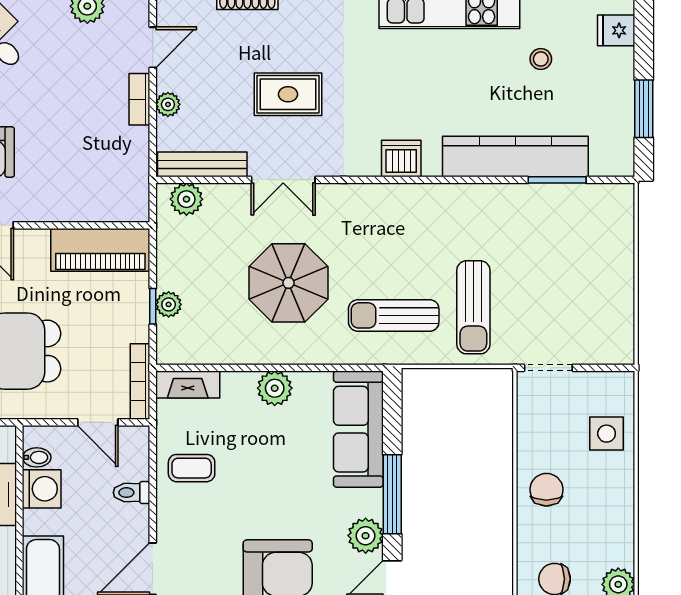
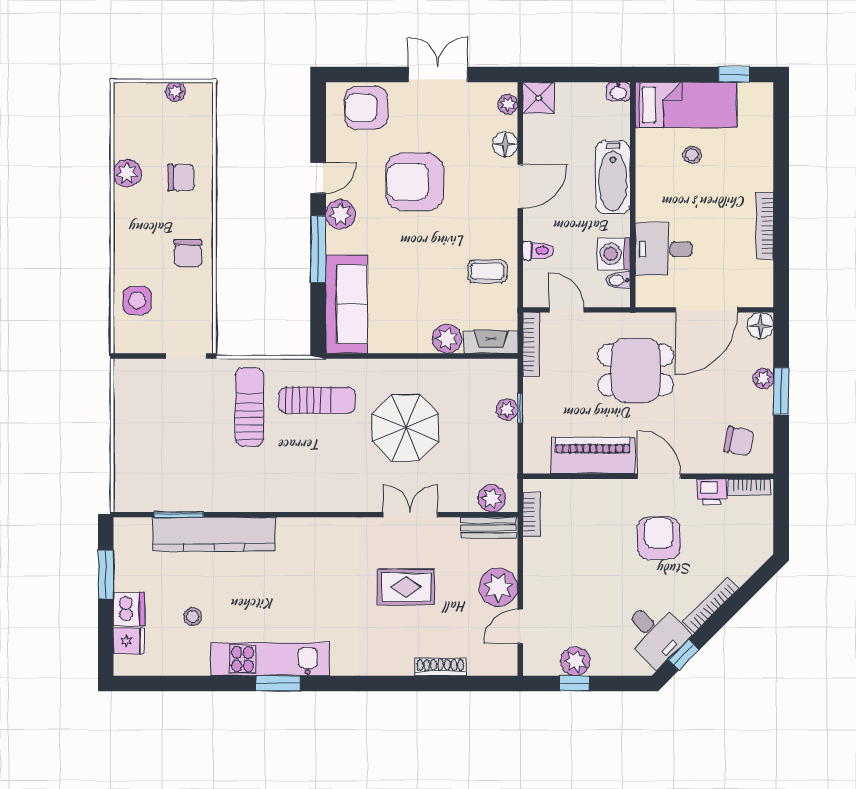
bookcase: (139, 99) -> (532, 514), moved
plant: (168, 104) -> (498, 587), width x1.88, depth x1.88
dishwasher: (401, 158) -> (129, 609), moved, turned -90
bench: (202, 164) -> (489, 528), width x0.73
piano: (100, 250) -> (593, 456), moved
plant: (275, 388) -> (447, 339), moved

